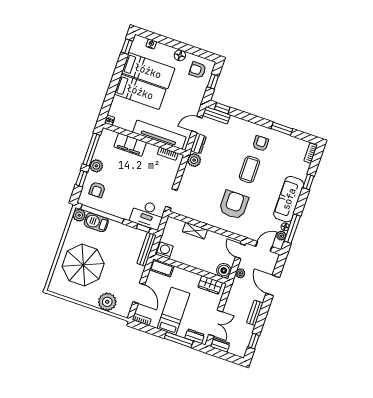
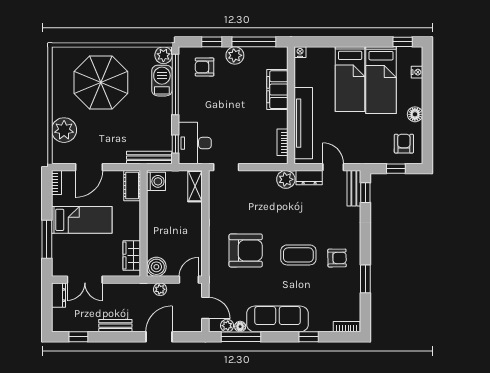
shelving: (195, 231) -> (195, 186), moved
dresser: (195, 336) -> (58, 258), removed

